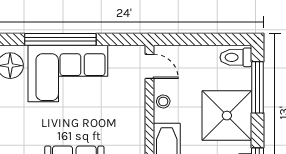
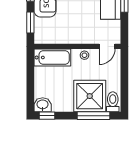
shower: (227, 116) -> (90, 96), moved

